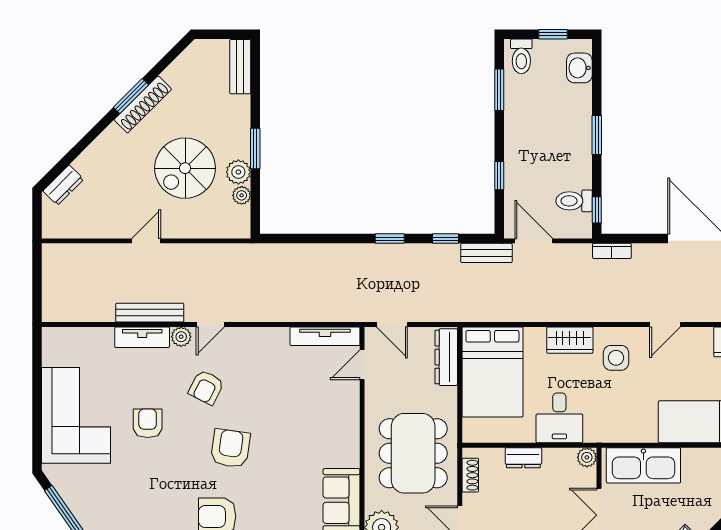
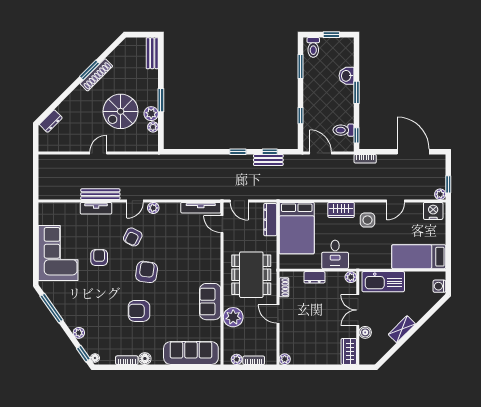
washbasin: (579, 68) -> (346, 76), moved
bench: (486, 253) -> (268, 160), moved
plant: (181, 337) -> (153, 208), moved
door: (362, 365) -> (222, 224), hinge flipped

